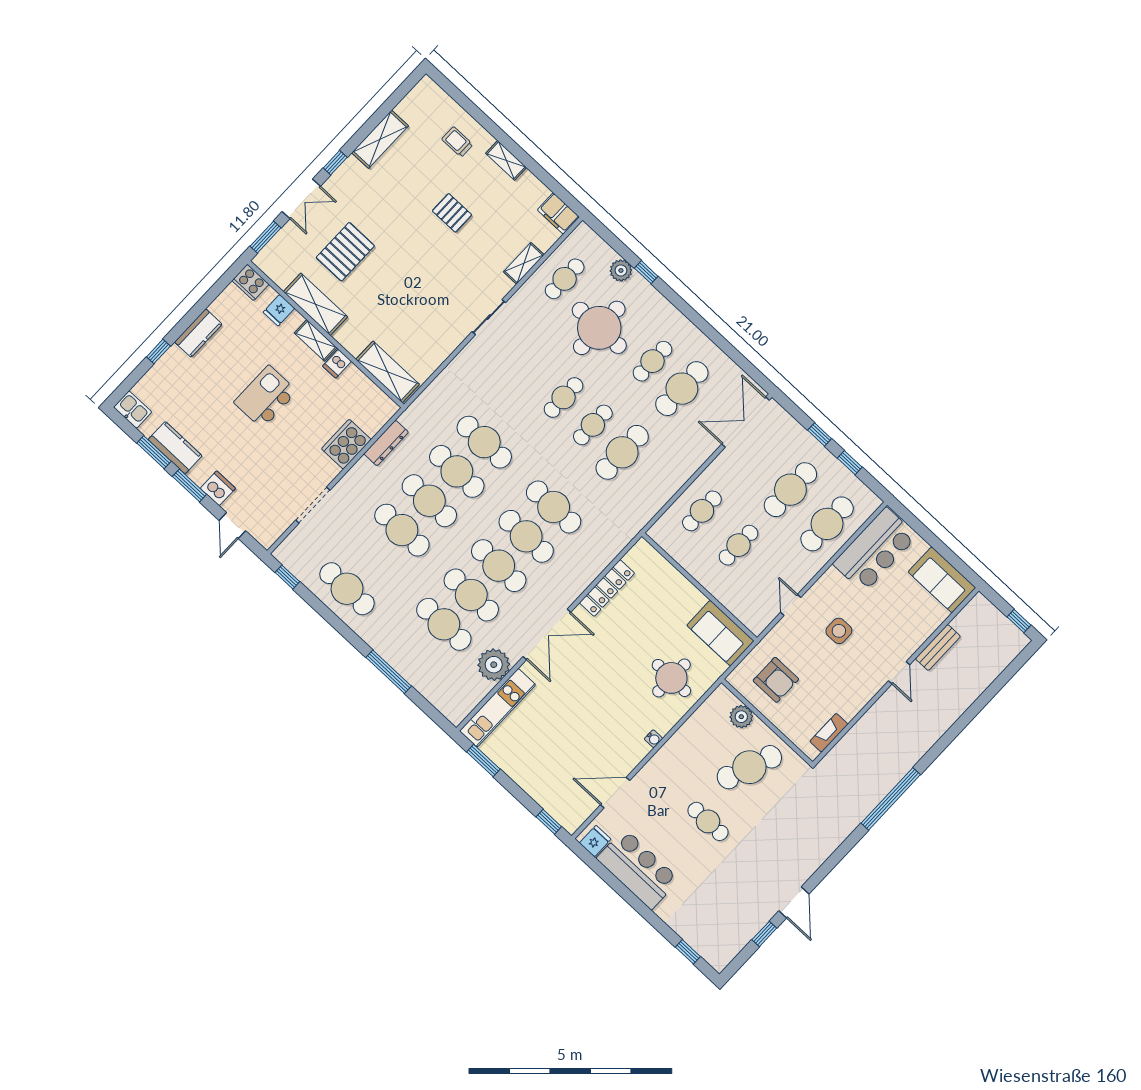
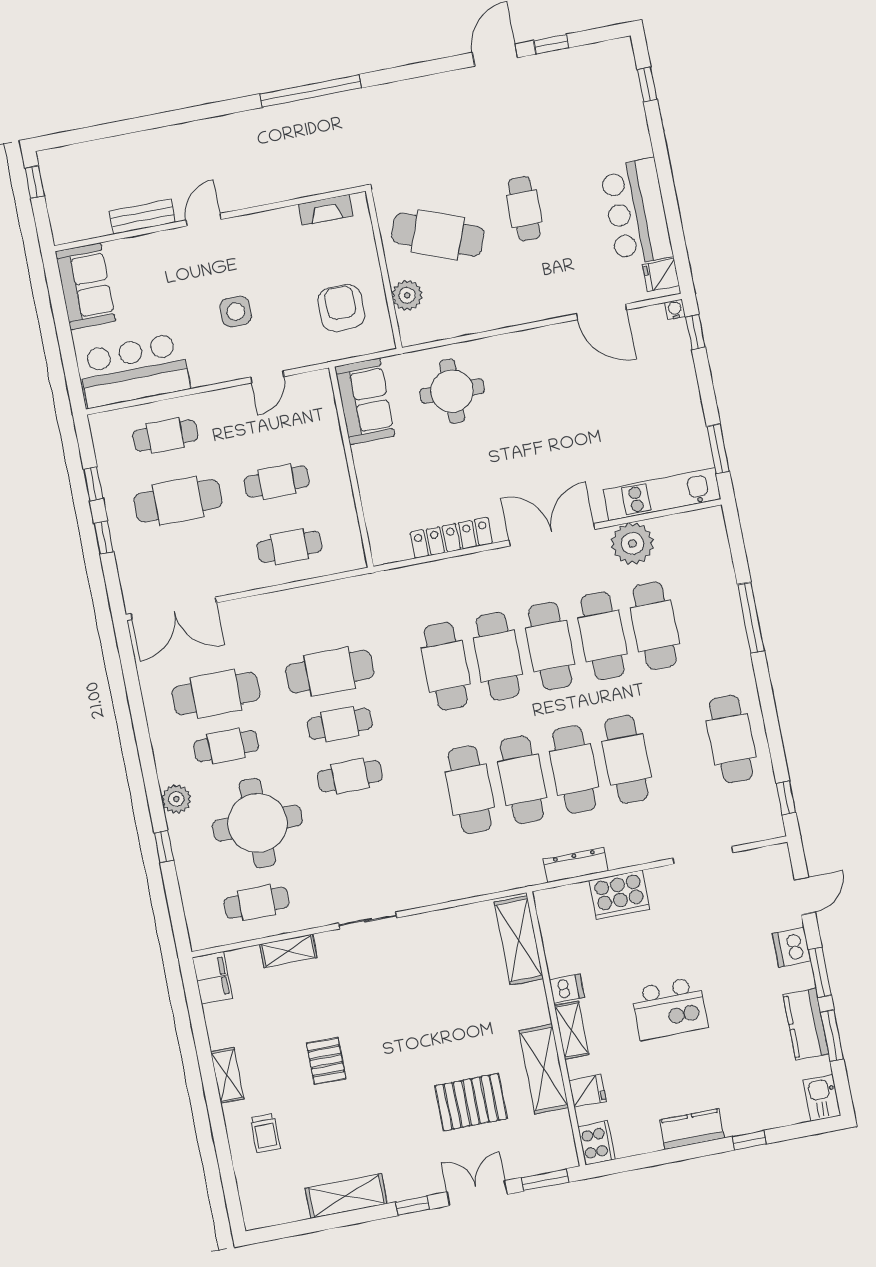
plant: (621, 270) -> (176, 799), moved
cafe table: (827, 524) -> (165, 436), width x0.73, depth x0.74
water cooler: (653, 739) -> (675, 309), moved

